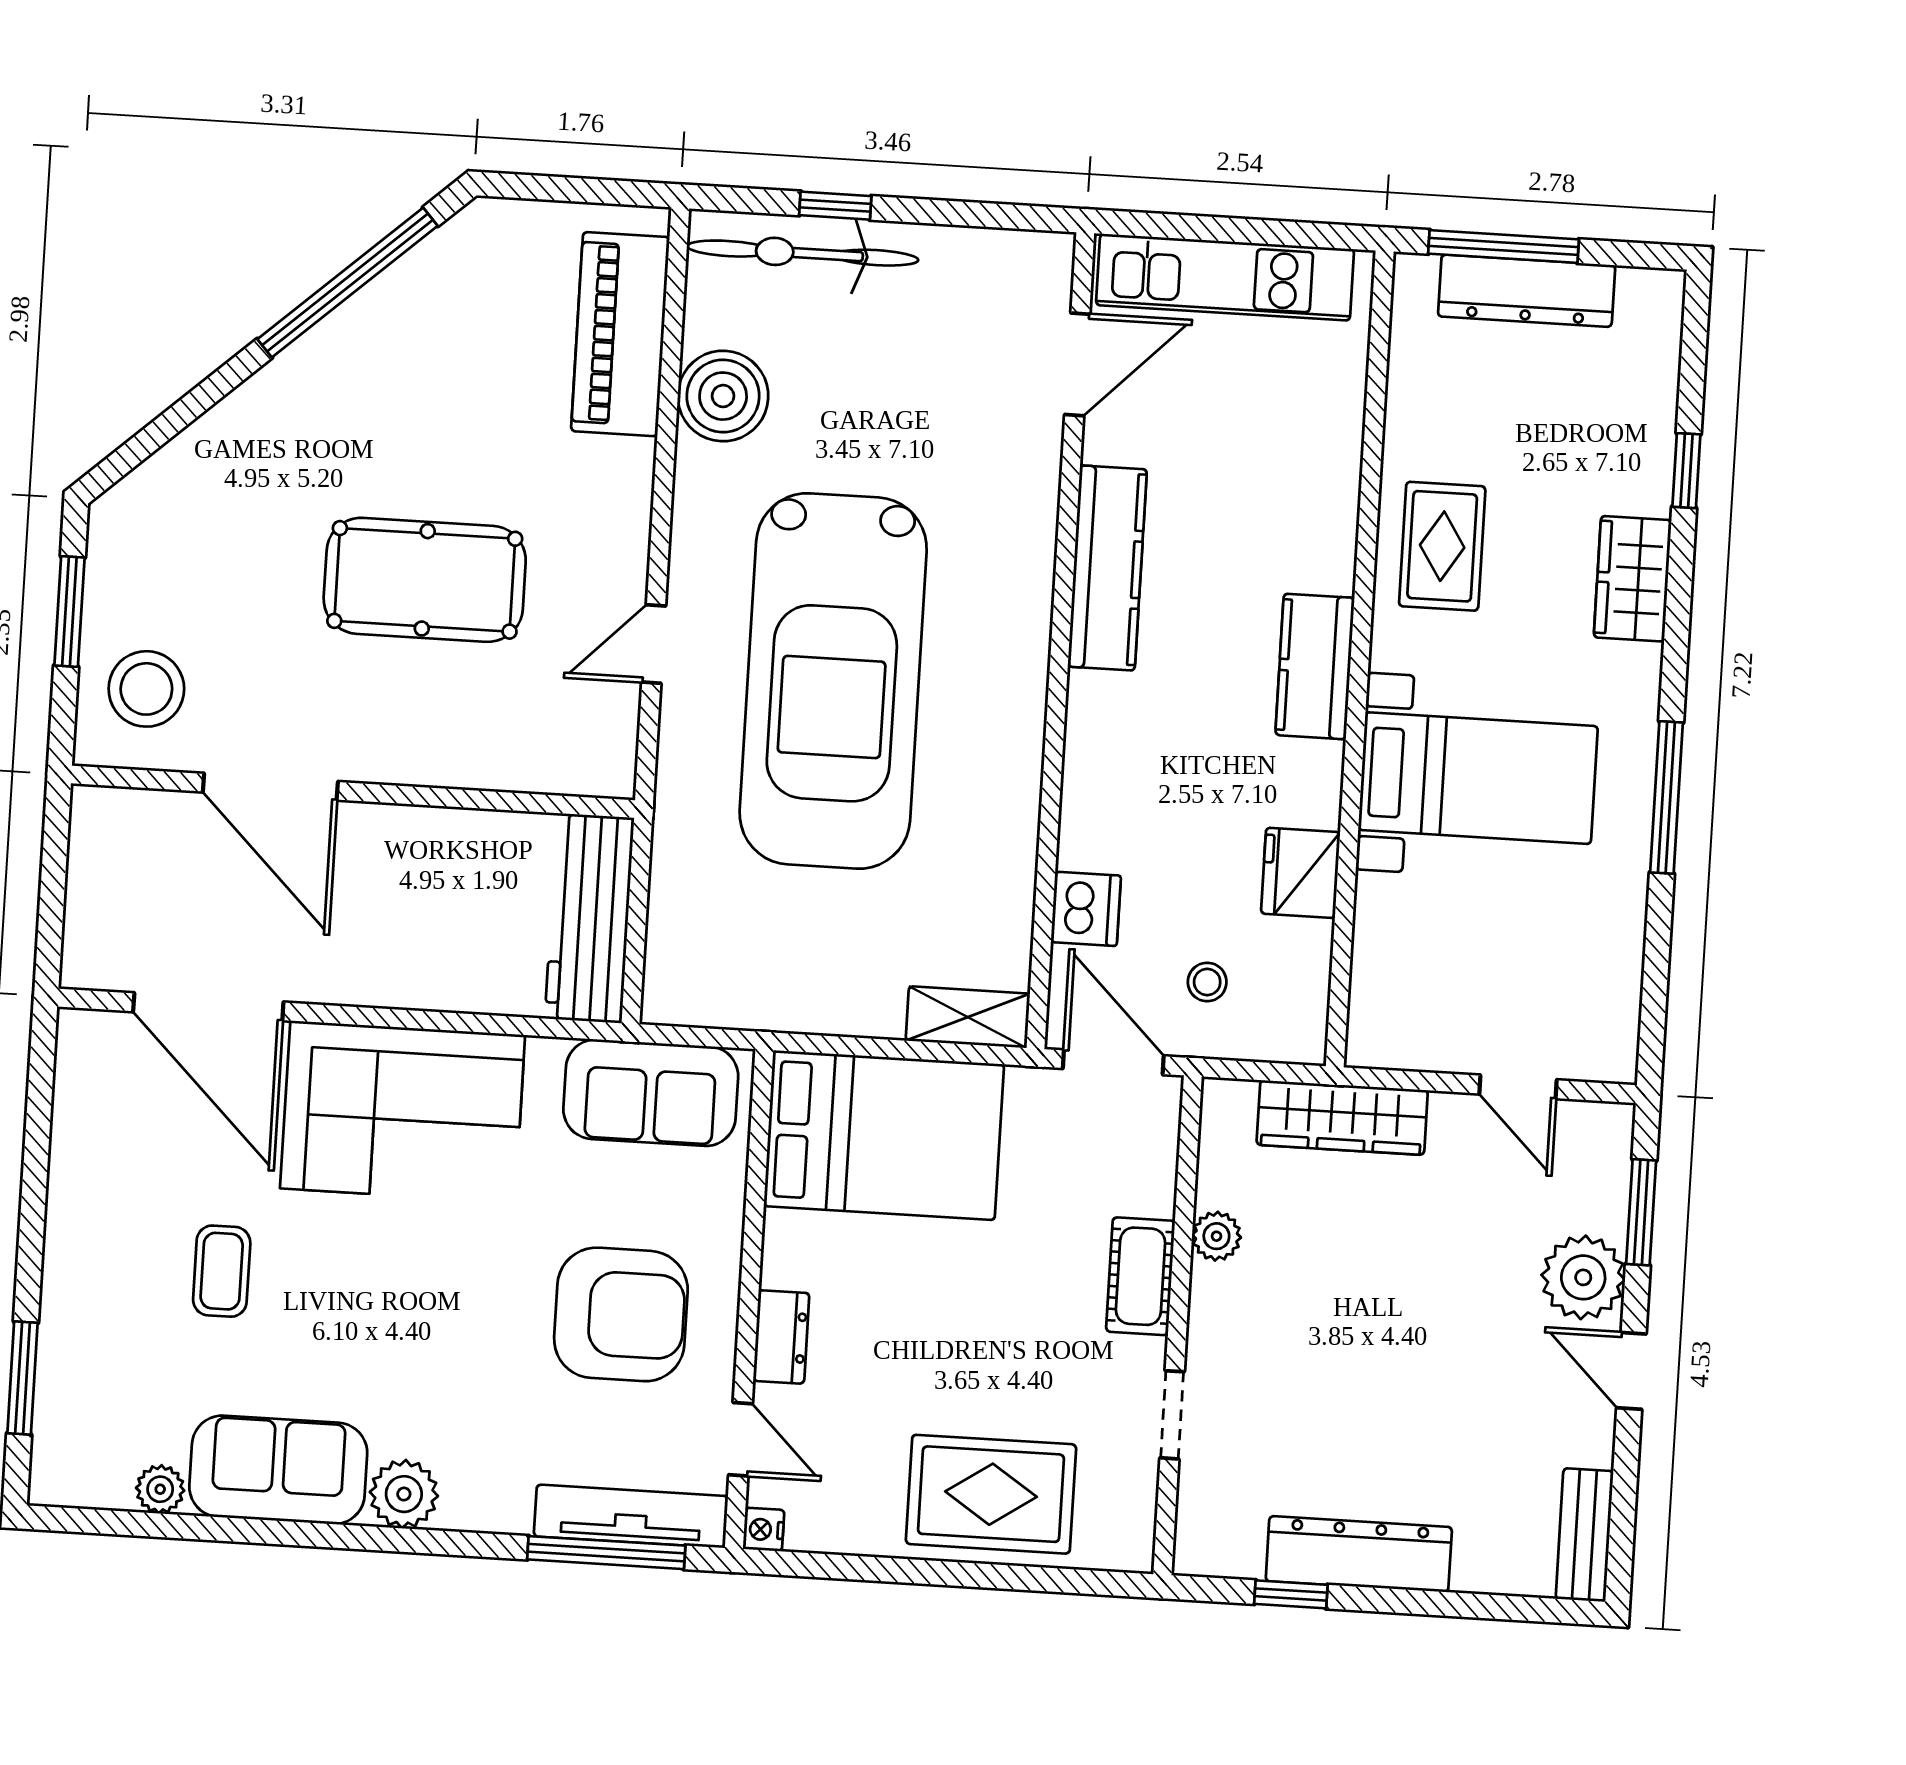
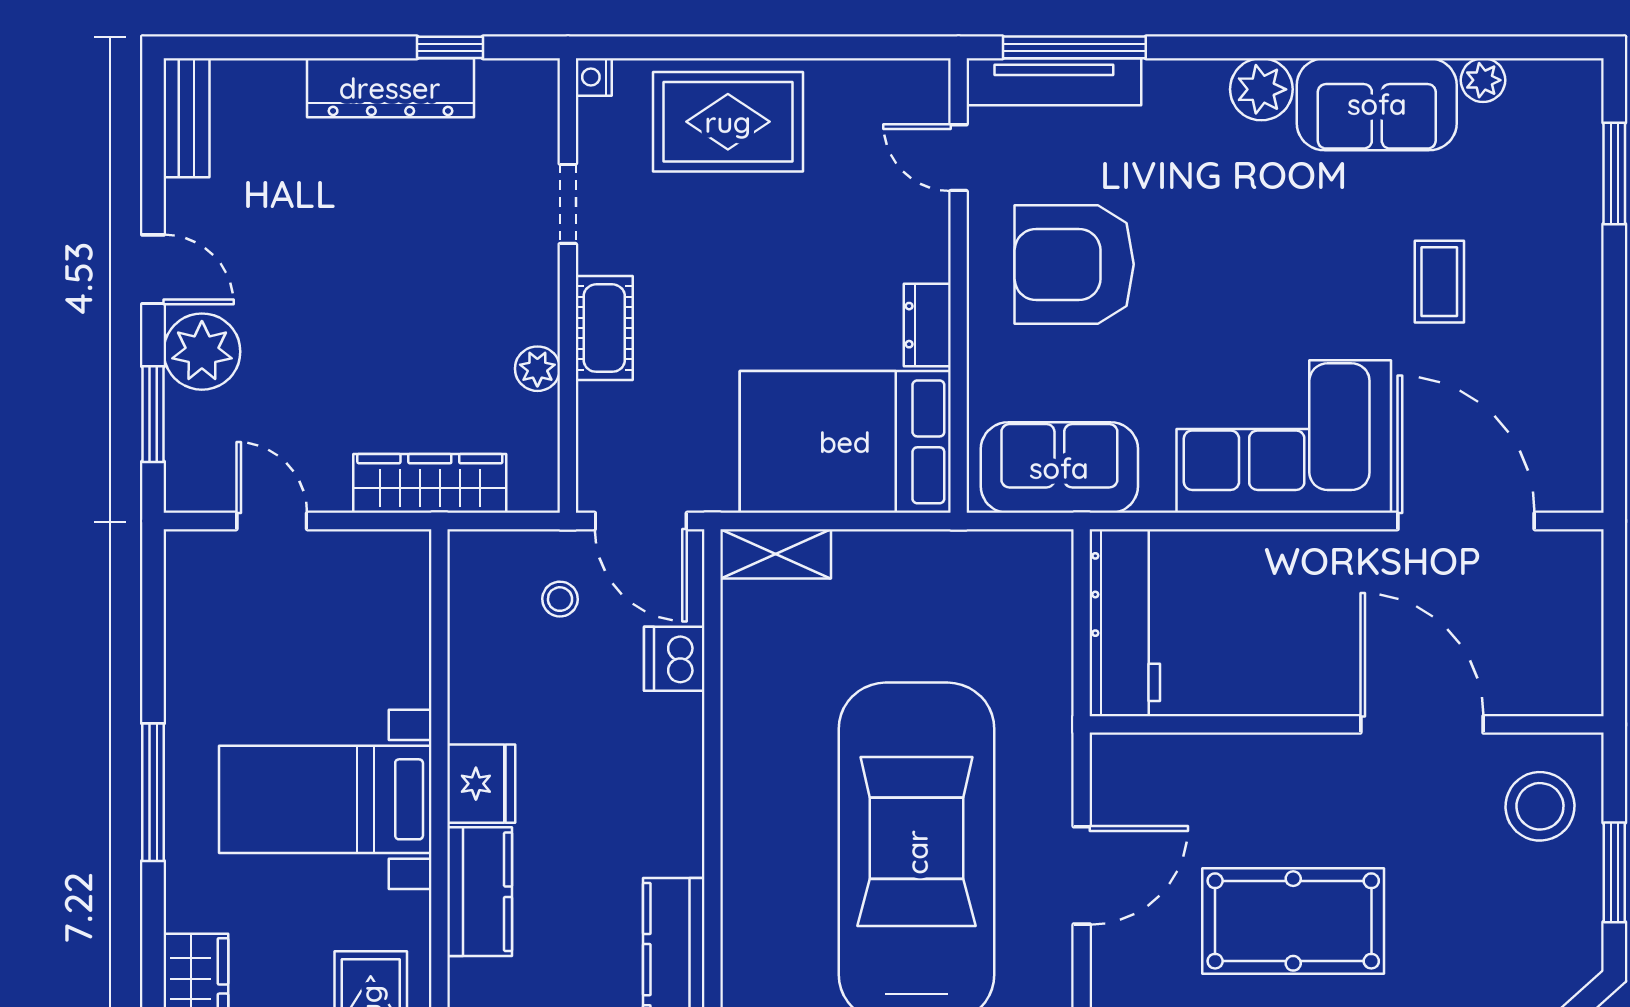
door: (654, 644) -> (1082, 875), width x1.38
fridge: (1301, 873) -> (481, 784), moved
dresser: (781, 1337) -> (927, 325), moved
nightstand: (764, 1530) -> (594, 77), moved, turned 180

